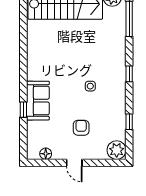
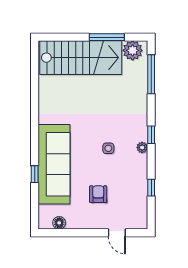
sofa: (38, 101) -> (54, 164), width x1.85, depth x1.27
plant: (117, 150) -> (142, 147), moved, width x0.53, depth x0.53
door: (74, 163) -> (117, 233), moved

